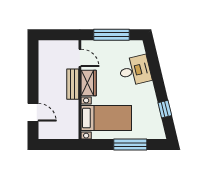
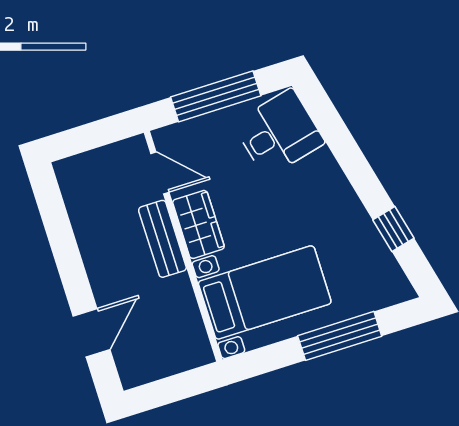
desk: (135, 71) -> (279, 133), moved
door: (33, 112) -> (91, 333), hinge flipped

